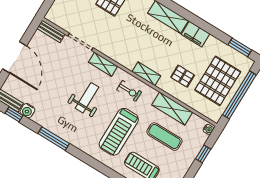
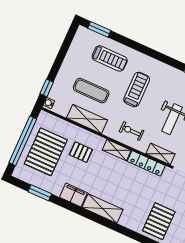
window: (240, 47) -> (40, 193), moved
locker: (118, 56) -> (146, 163), added
treadmill: (119, 132) -> (137, 89), width x0.73, depth x0.73
window: (203, 154) -> (47, 88), moved

